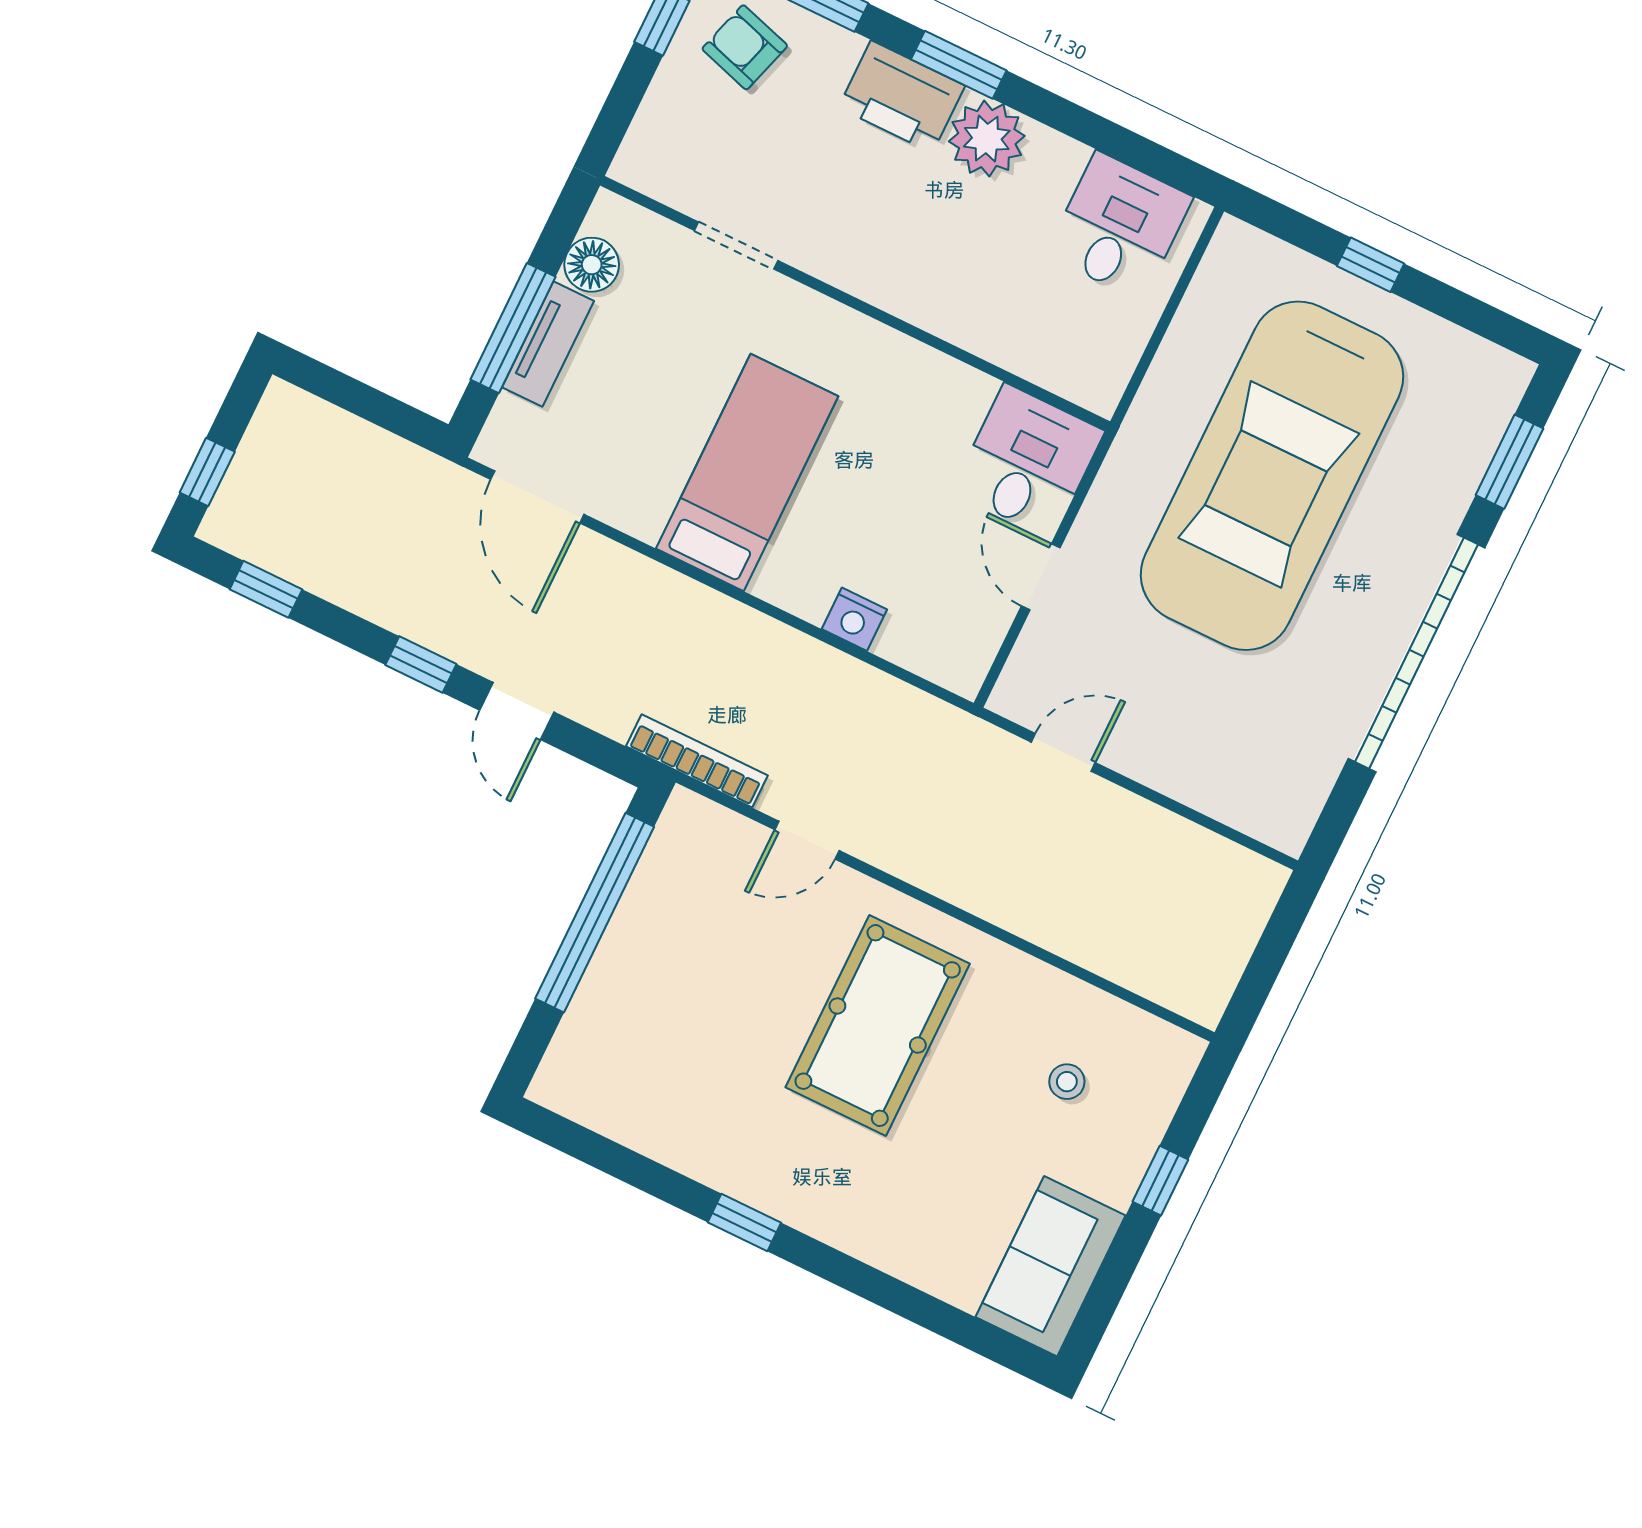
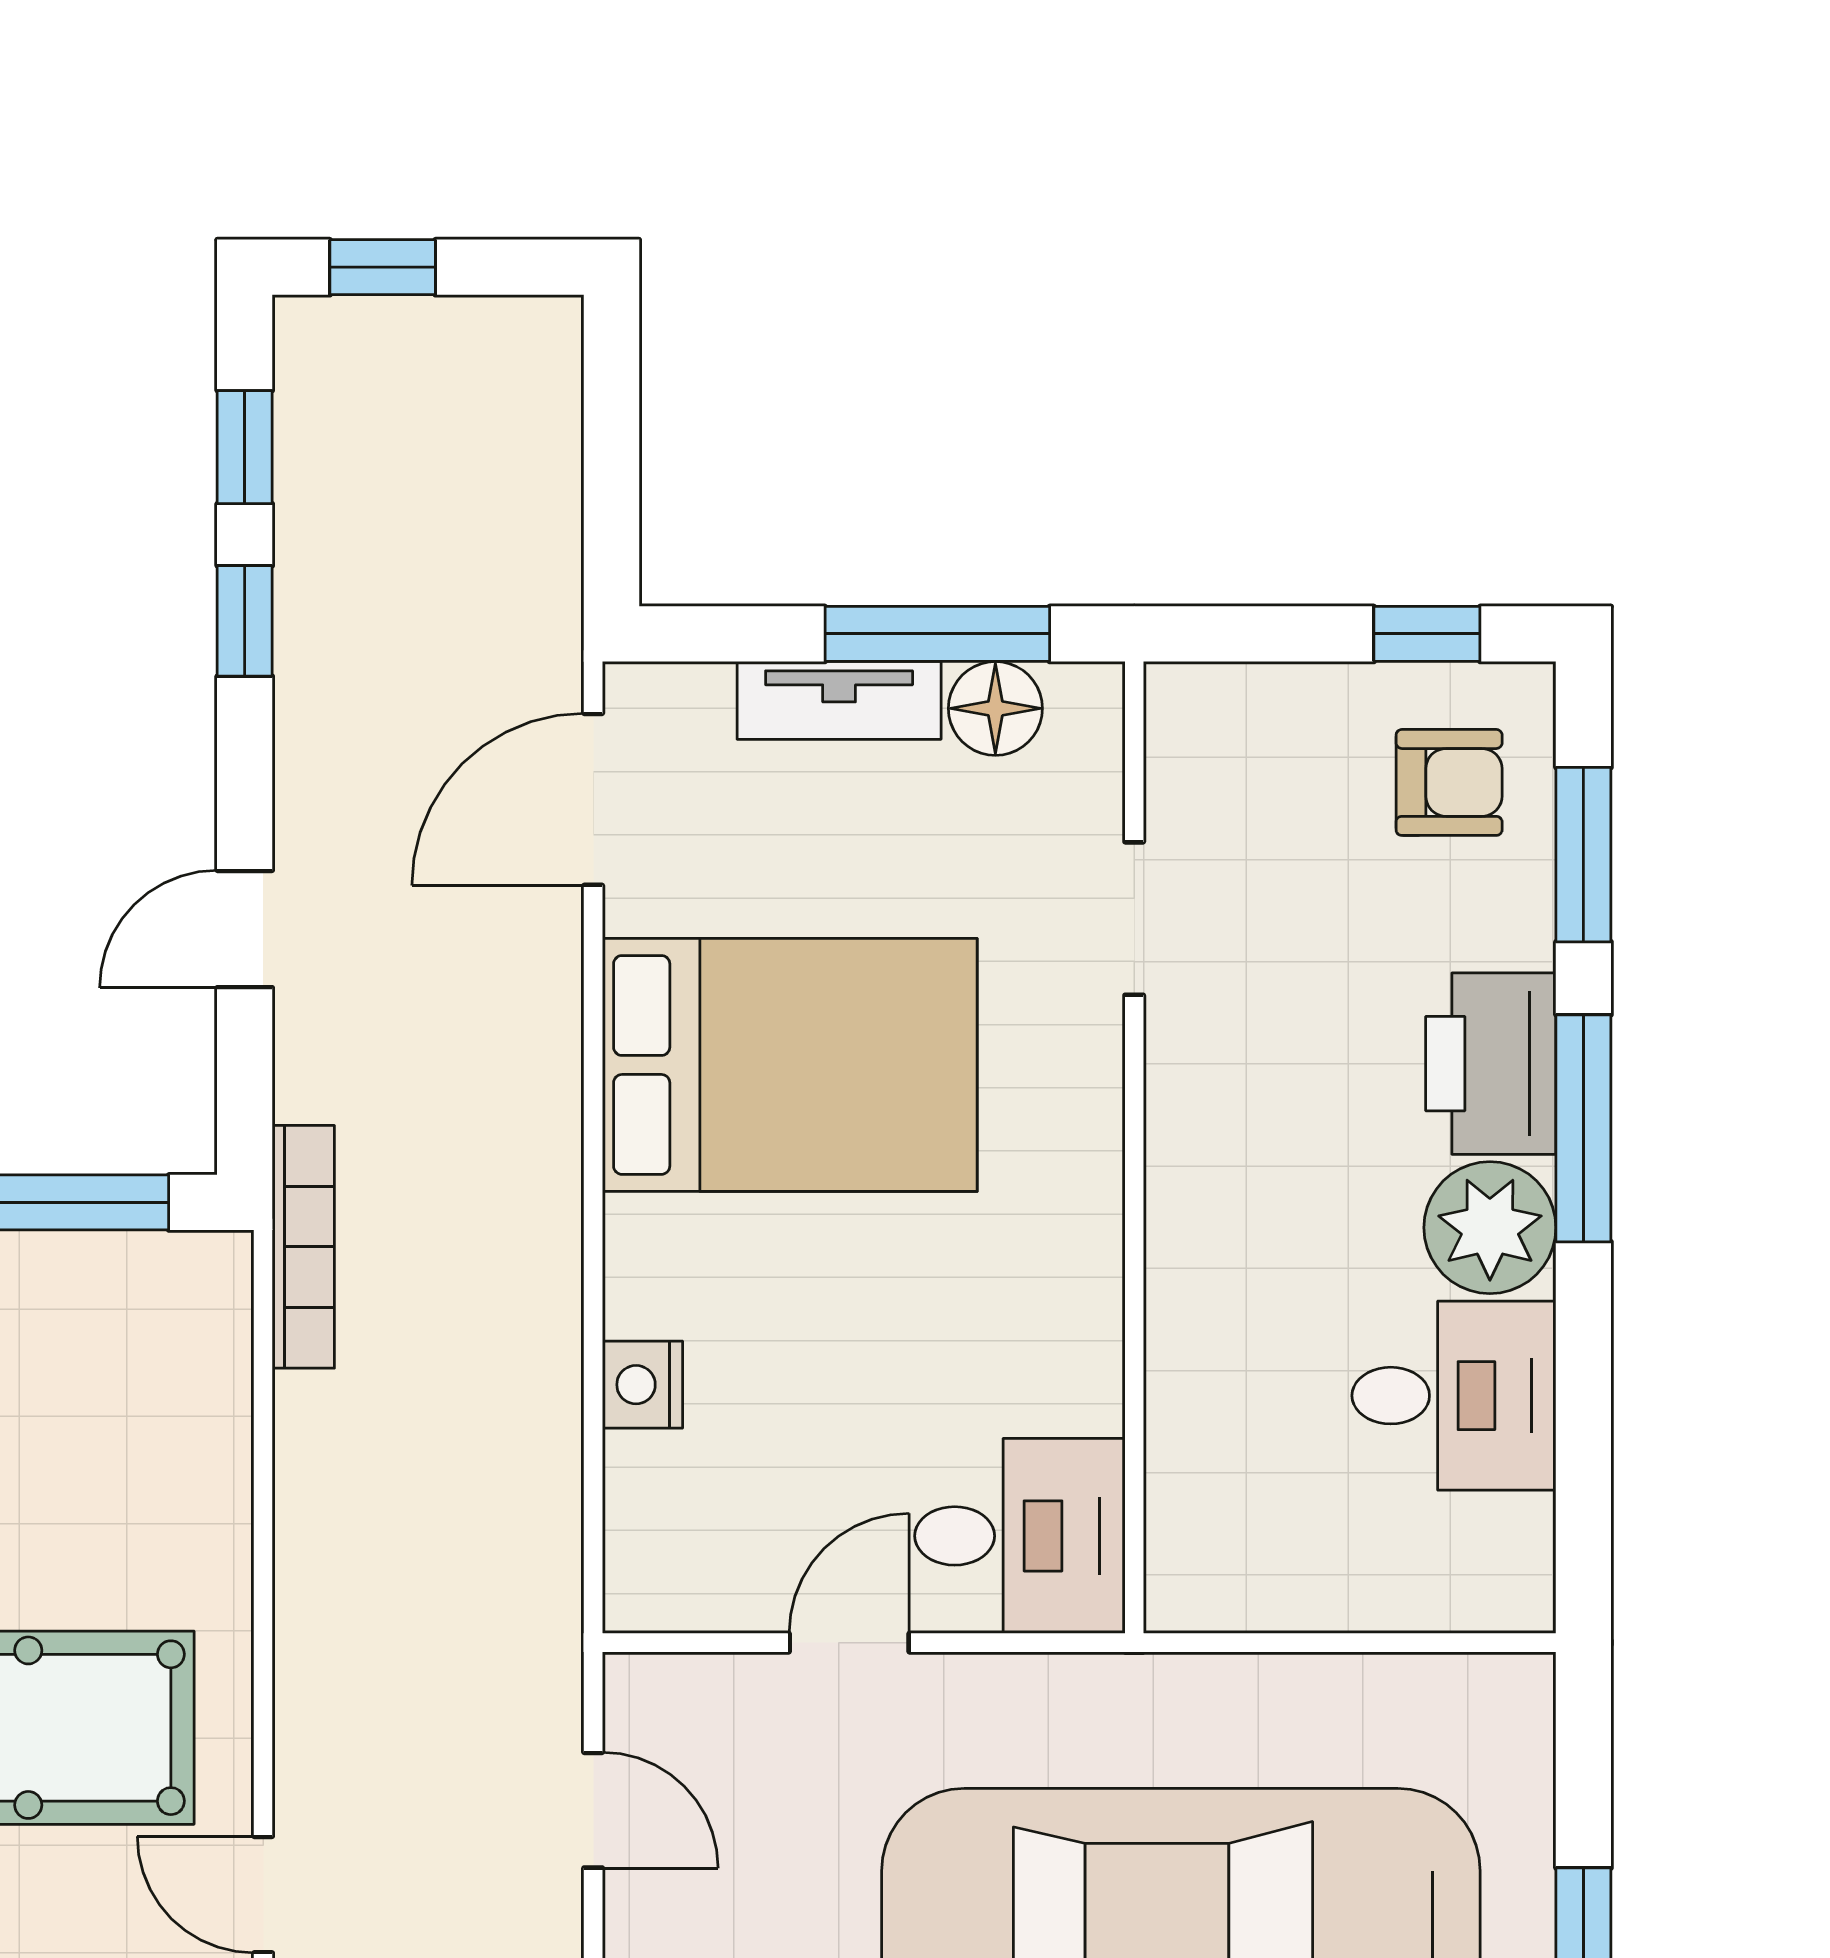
armchair: (745, 47) -> (1449, 782), turned 73
window: (959, 65) -> (1583, 1128), width x1.44
desk: (1119, 226) -> (1454, 1396), moved
window: (513, 328) -> (937, 634), moved
bed: (747, 472) -> (790, 1065), width x1.50
window: (421, 665) -> (245, 621), moved
door: (807, 840) -> (263, 1895), moved

